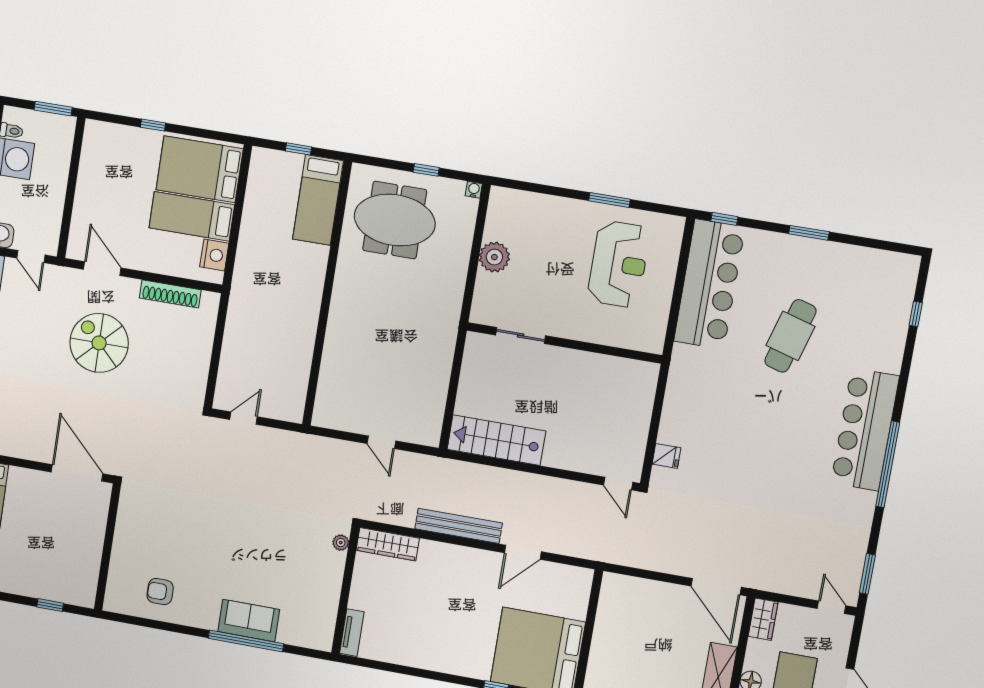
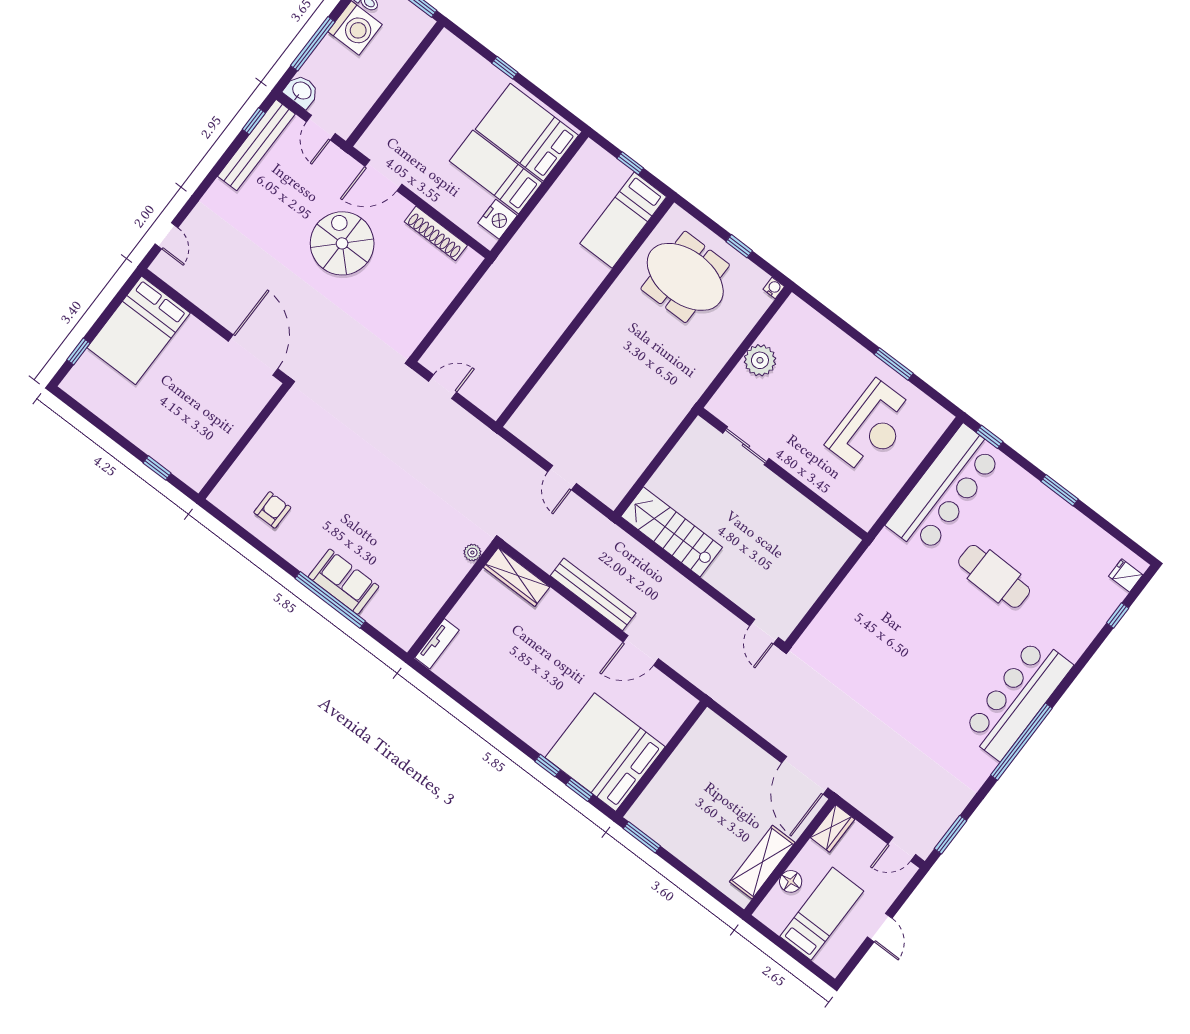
door: (102, 269) -> (383, 175), swing flipped
cafe table: (790, 336) -> (994, 576), turned 75
fridge: (666, 456) -> (1126, 575), moved, turned 180
armchair: (160, 592) -> (272, 510), turned 90
door: (832, 607) -> (902, 849), swing flipped

